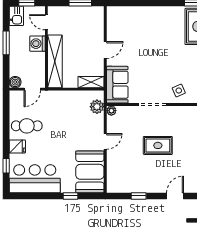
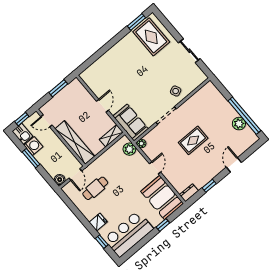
washing machine: (37, 44) -> (33, 146), moved, turned 180
cafe table: (27, 126) -> (95, 188), moved
dresser: (116, 187) -> (189, 193), added

